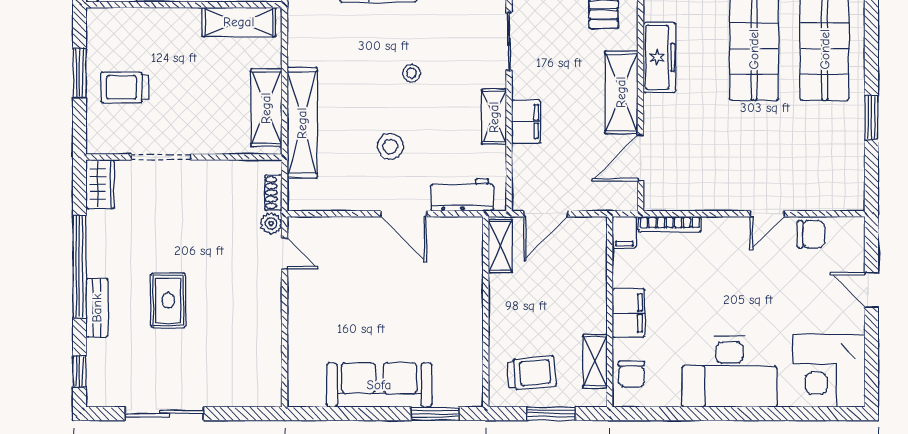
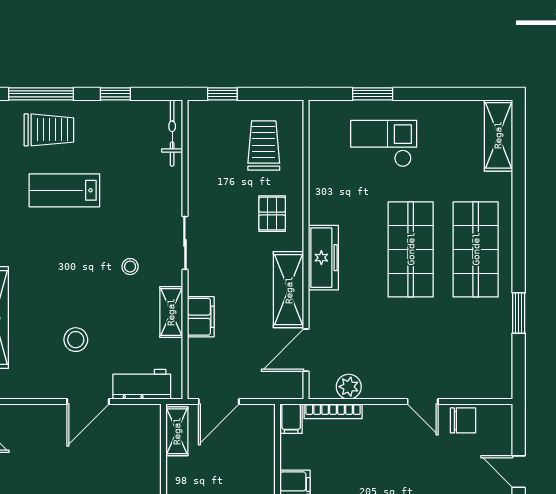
stool: (411, 73) -> (130, 267), moved
plant: (687, 198) -> (349, 387), added
door: (404, 214) -> (88, 401), hinge flipped
door: (767, 214) -> (423, 401), hinge flipped

